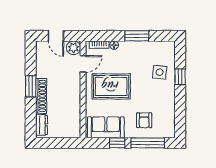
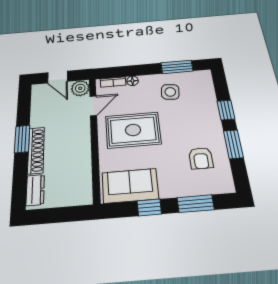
window: (137, 36) -> (177, 67), moved
side table: (160, 72) -> (170, 92), moved
window: (180, 104) -> (233, 144), added
armchair: (144, 120) -> (201, 158), moved
window: (148, 143) -> (196, 204), width x0.69

